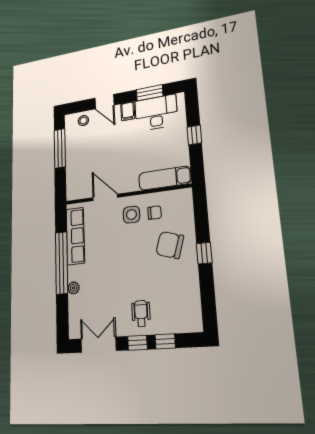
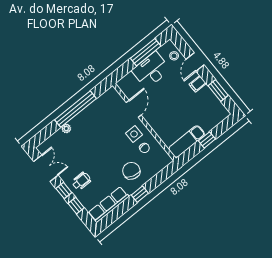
desk: (156, 113) -> (151, 70), moved, turned -90
exam couch: (165, 178) -> (187, 141), moved, turned -90
row of seats: (75, 236) -> (109, 205), moved, turned 180

